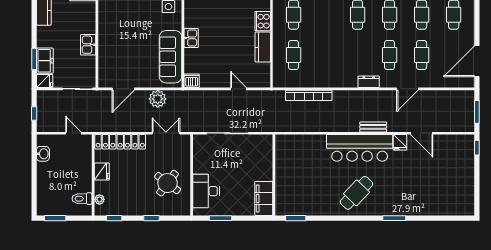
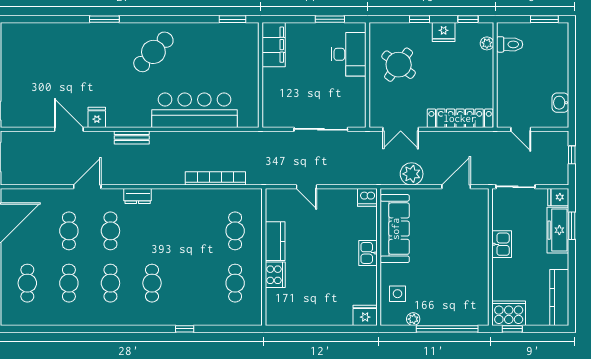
freezer: (45, 61) -> (558, 230), width x1.40
bar counter: (360, 148) -> (195, 110), moved
fridge: (102, 171) -> (444, 32), moved, turned -90

